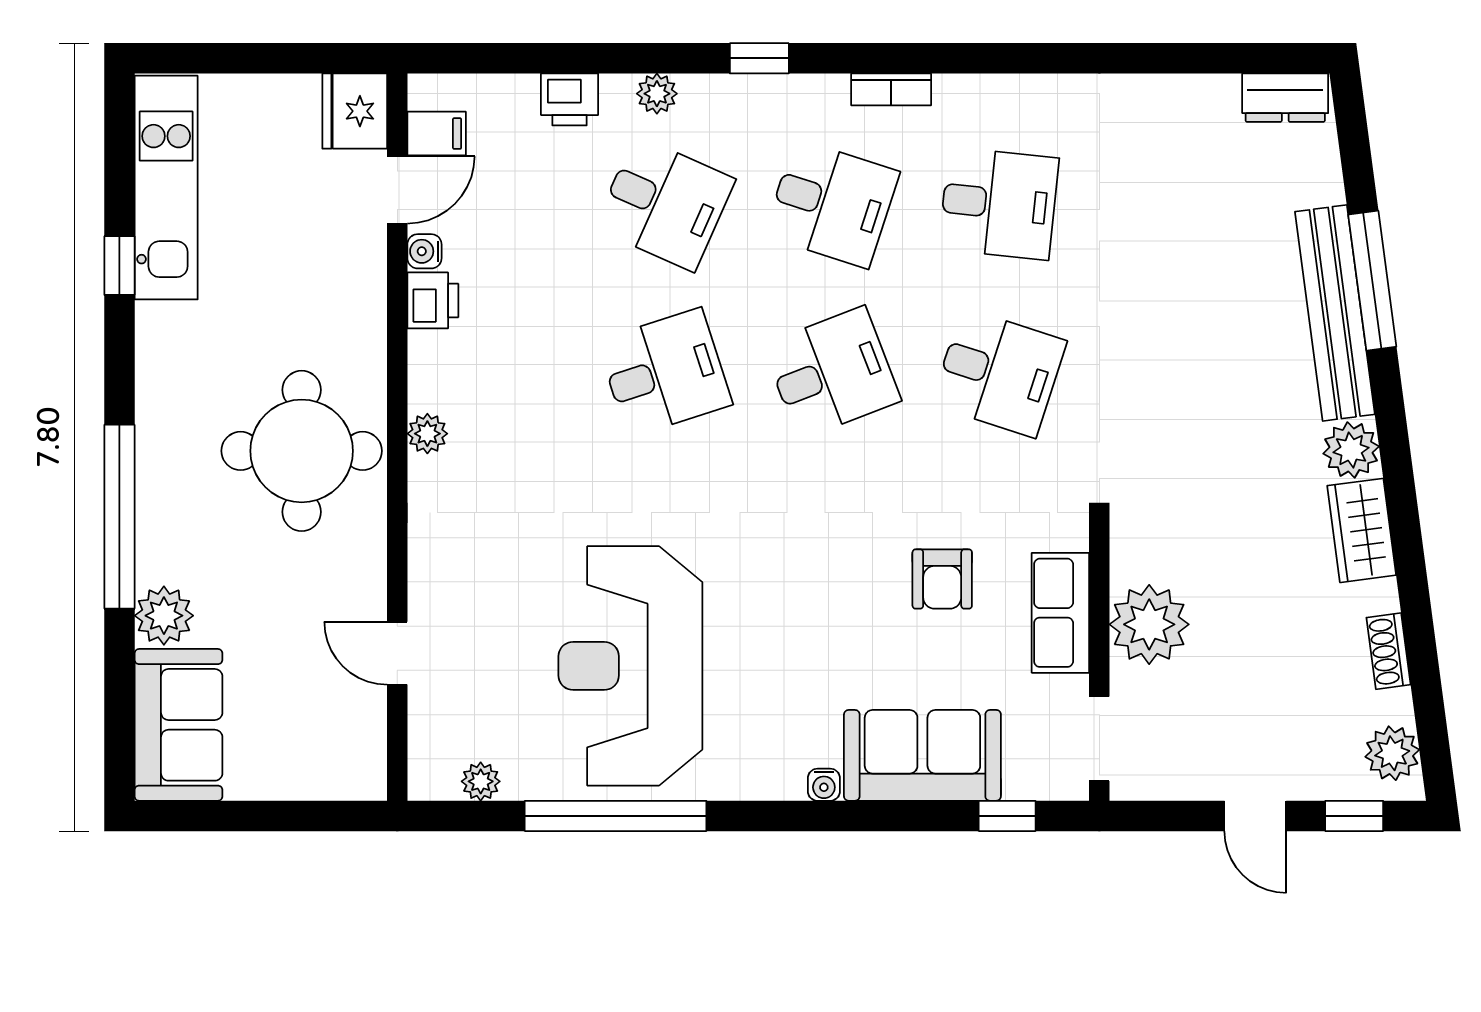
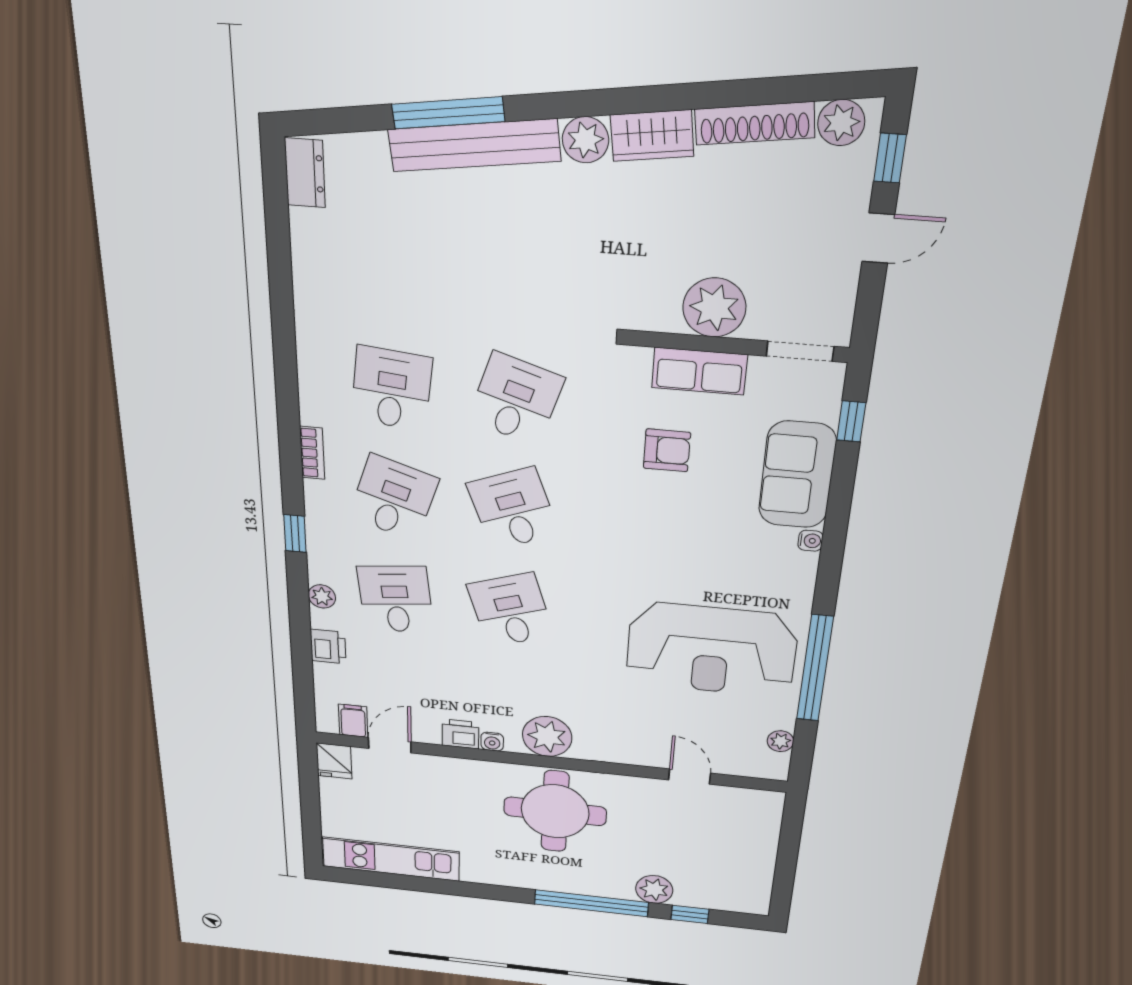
fridge: (355, 111) -> (334, 761), width x0.72
door: (397, 190) -> (390, 745), hinge flipped
desk: (665, 204) -> (396, 599), turned -30
water cooler: (424, 251) -> (492, 742), moved
window: (119, 266) -> (690, 914), moved
plant: (427, 434) -> (547, 736), width x1.87, depth x1.87
shoe rack: (1389, 651) -> (755, 123), width x1.94, depth x1.24
door: (397, 653) -> (689, 777), swing flipped
sofa: (178, 725) -> (724, 890), removed

